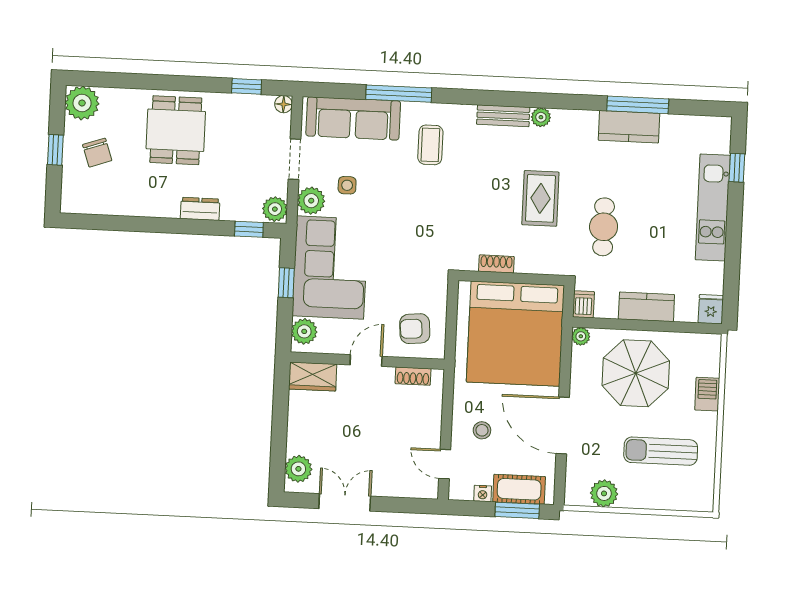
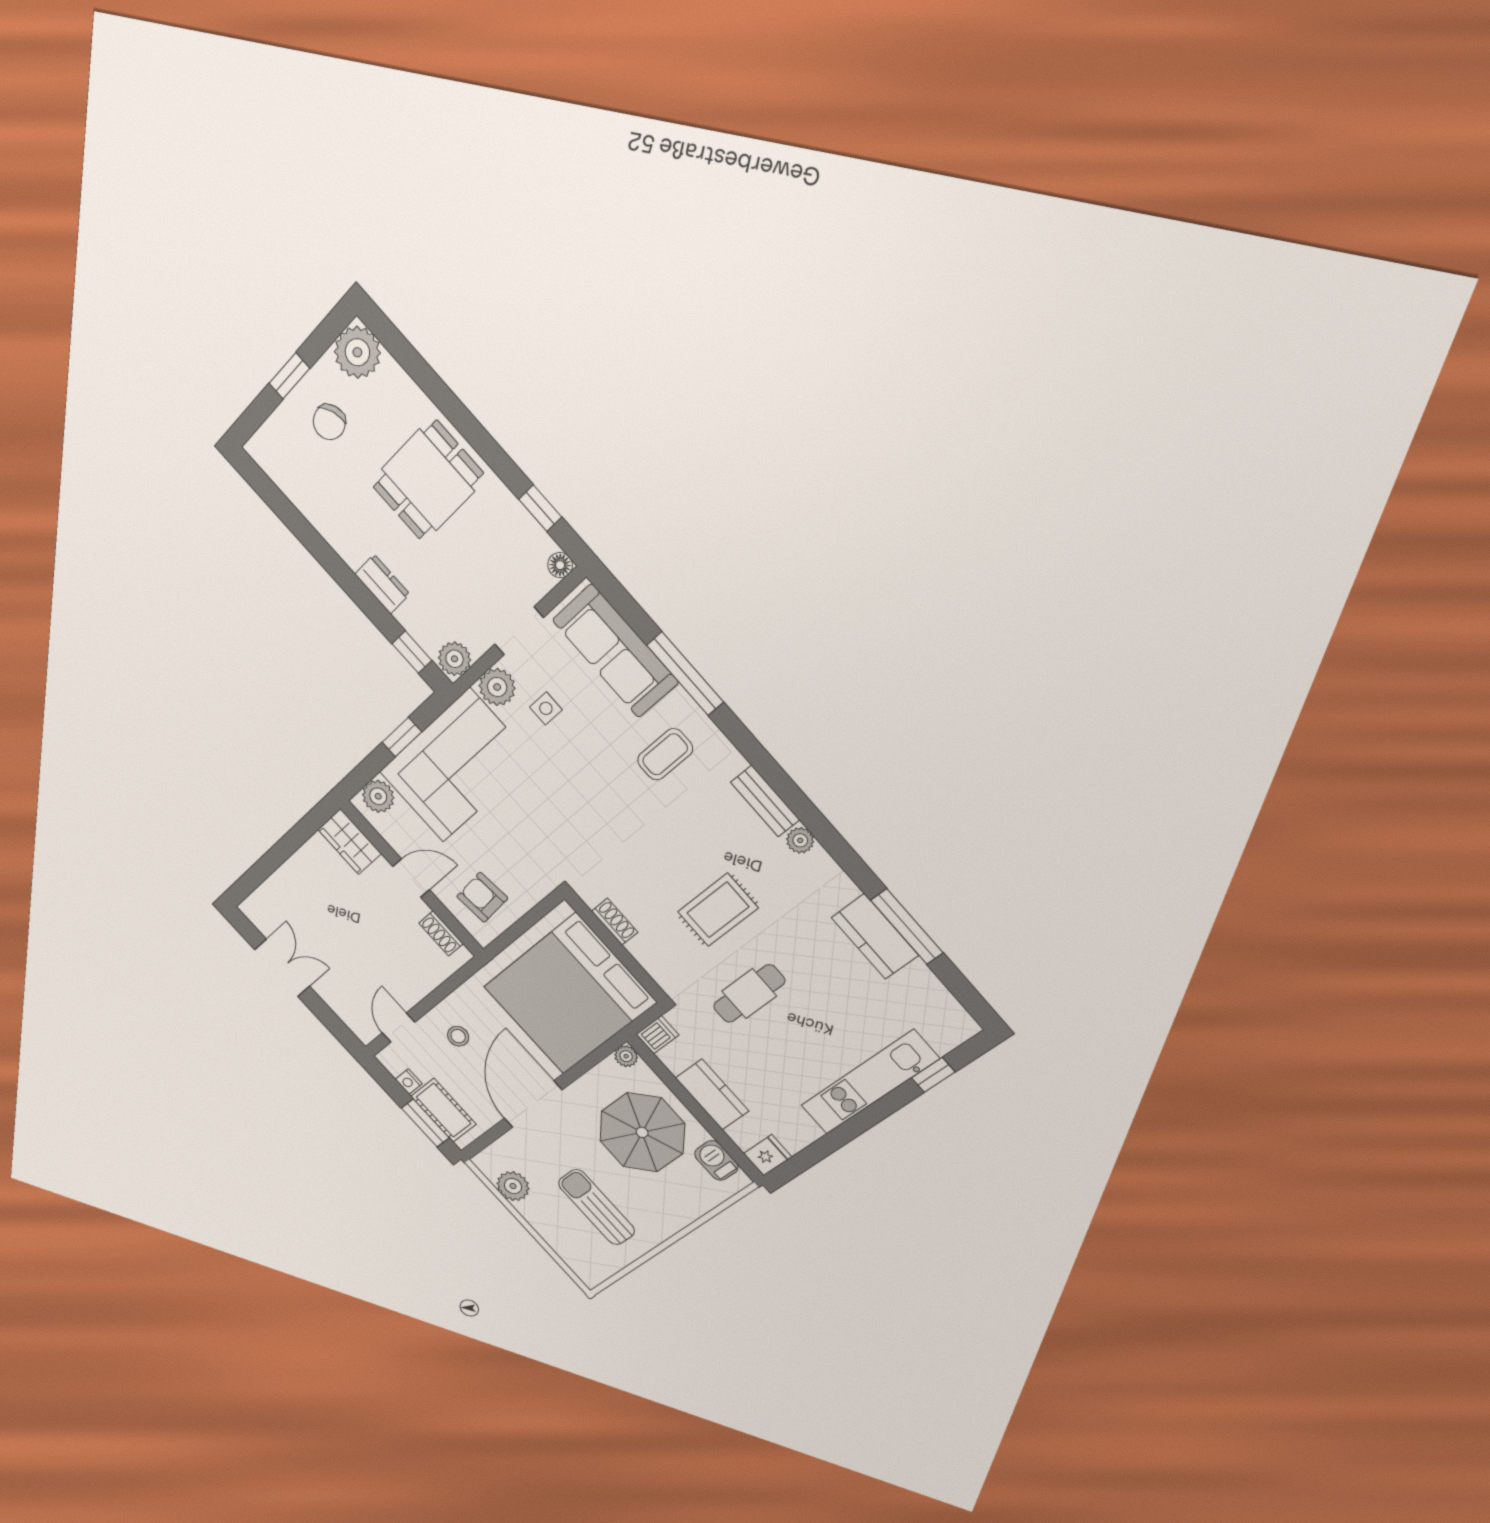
barbecue: (707, 394) -> (716, 1160), moved, turned -90
plant: (298, 469) -> (266, 902), removed

